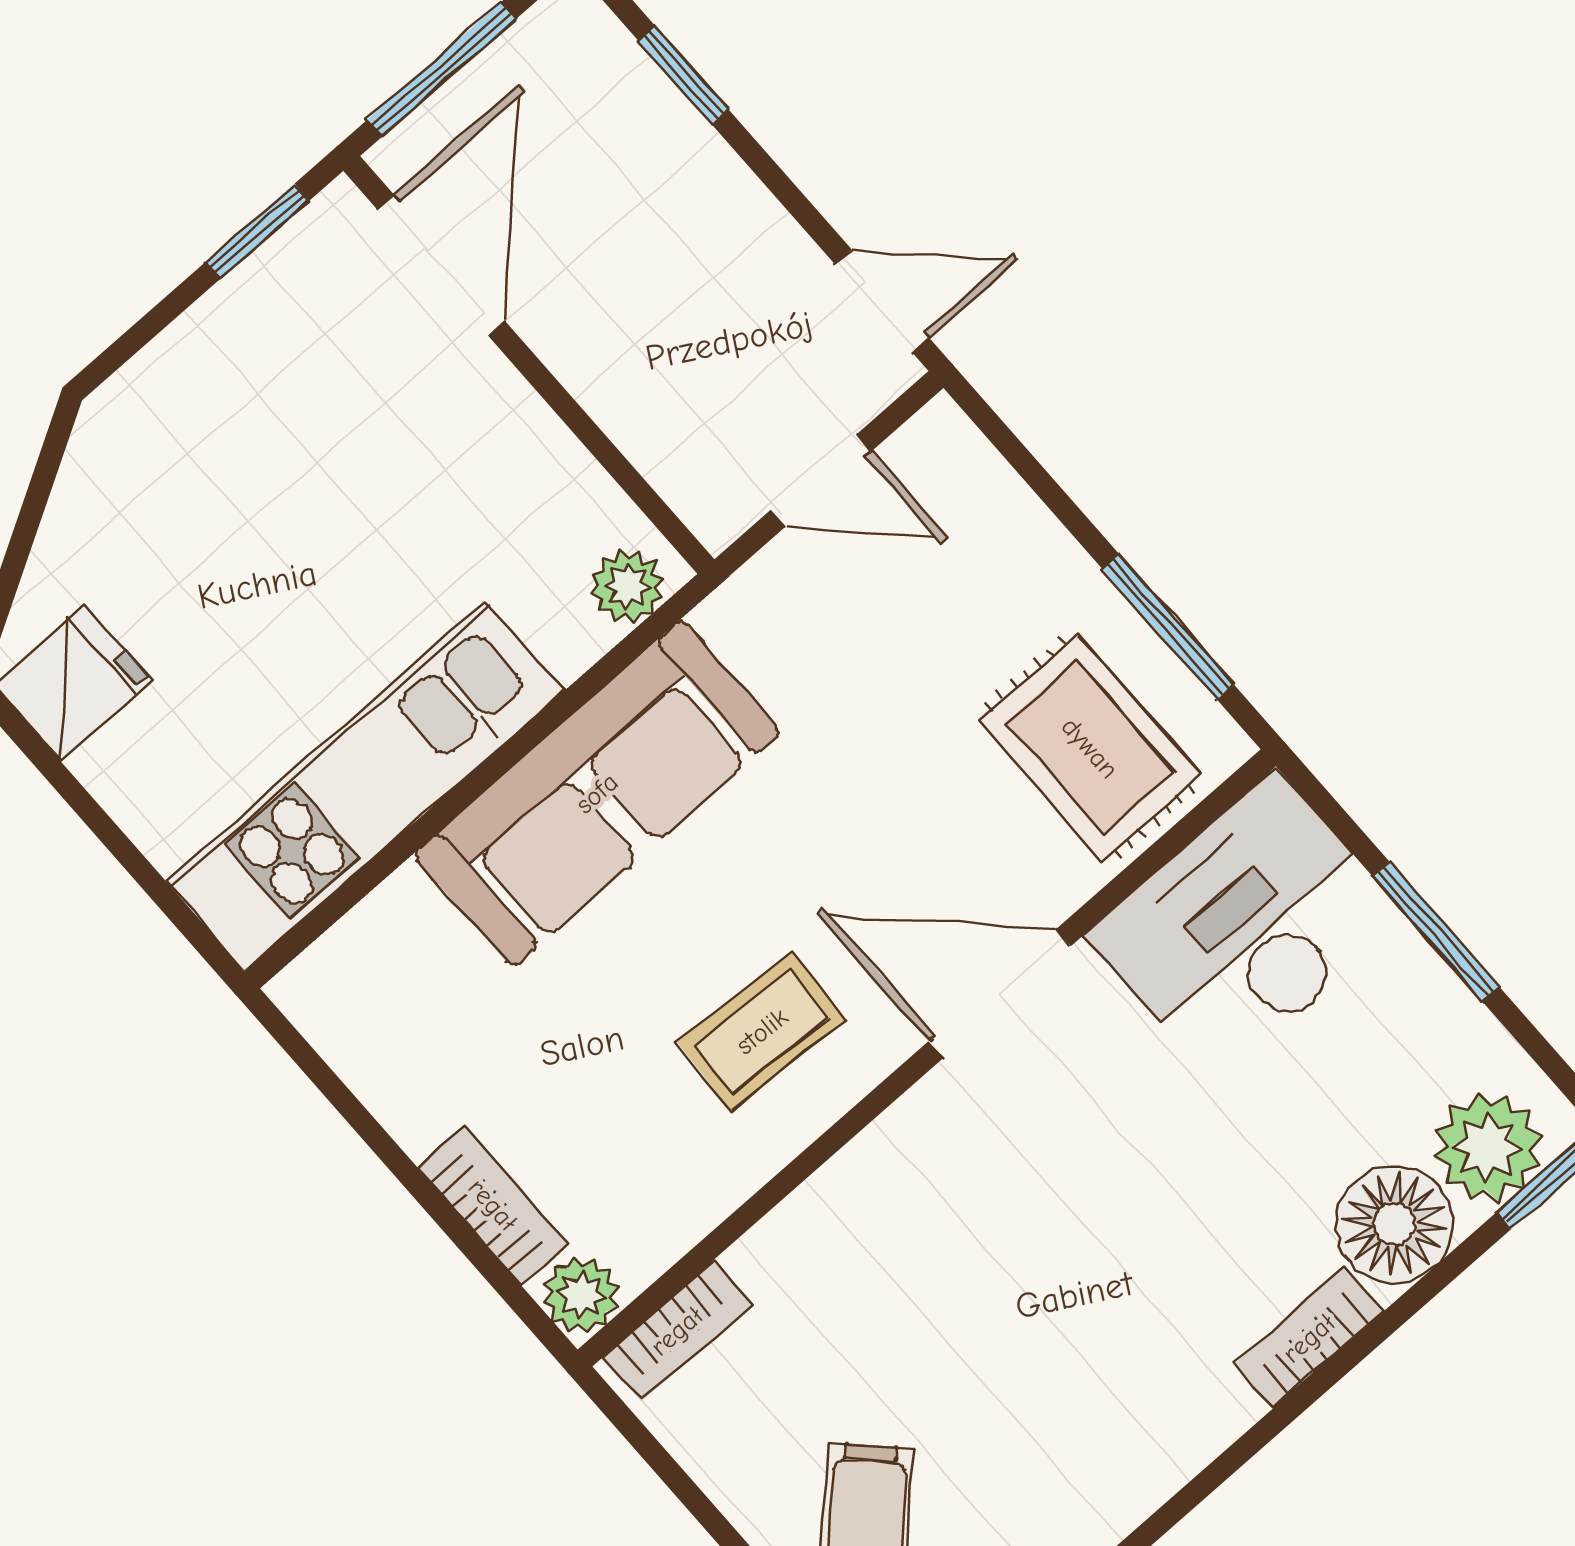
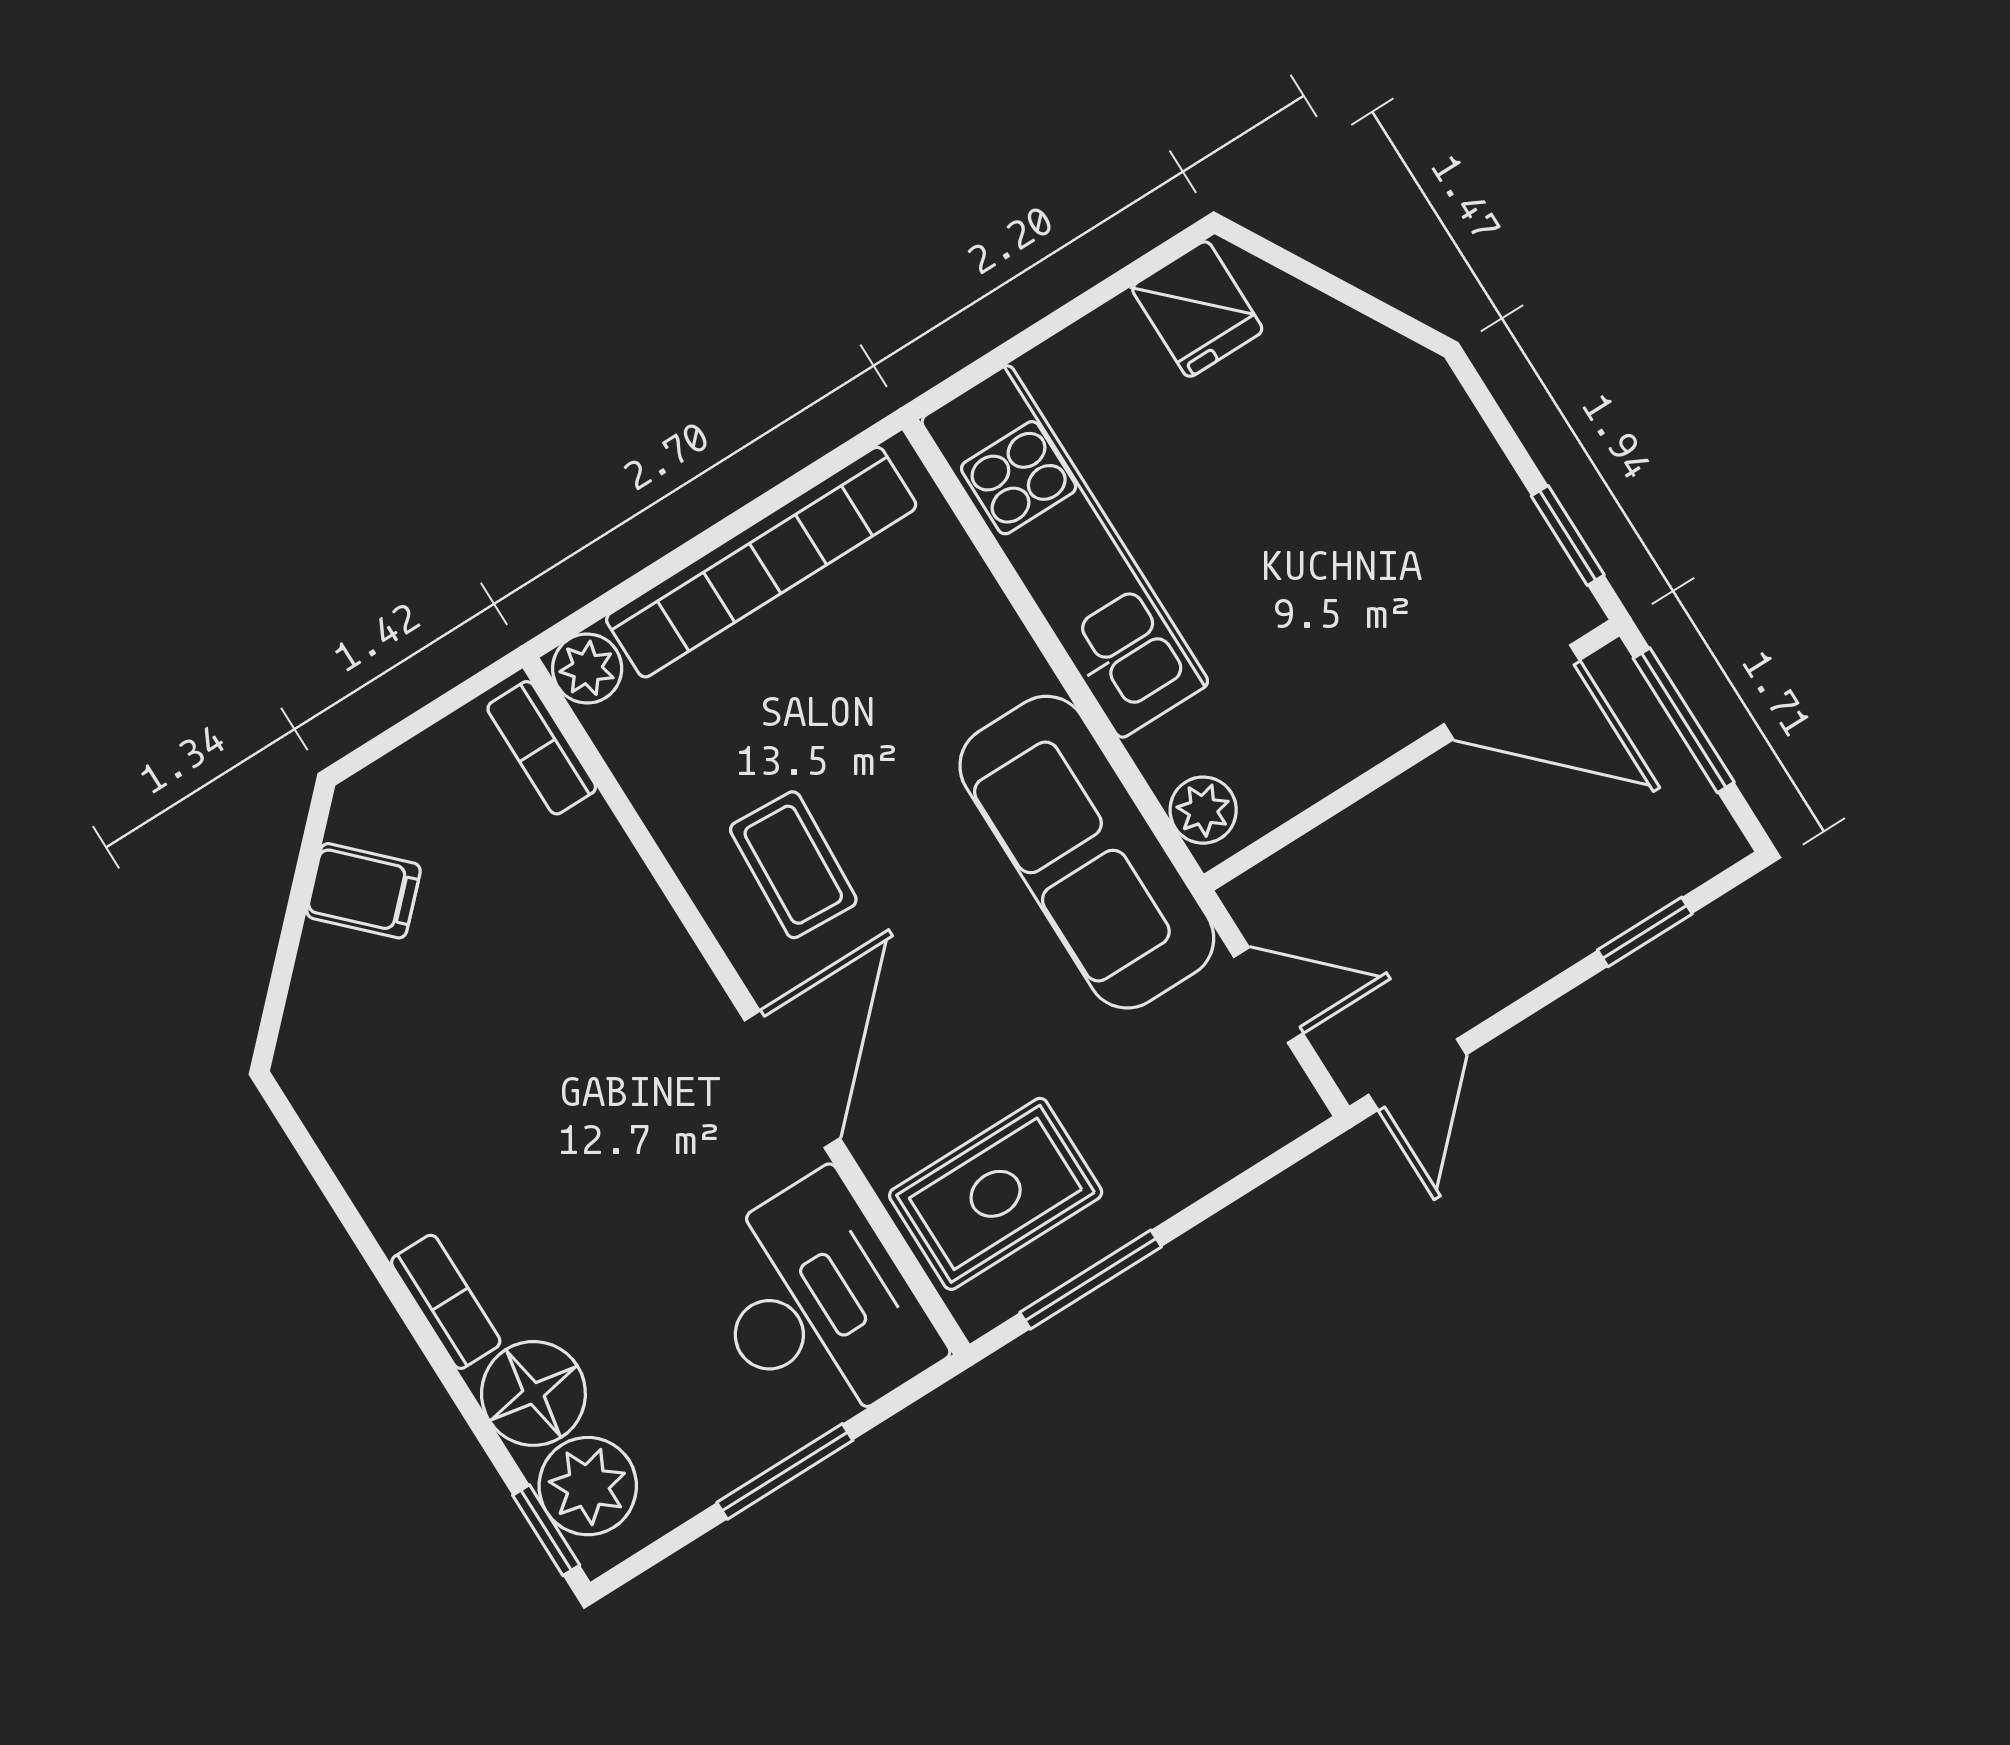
door: (821, 481) -> (1268, 995), swing flipped
sofa: (597, 793) -> (1087, 852), moved
bookcase: (493, 1205) -> (761, 562), width x2.31, depth x1.31

